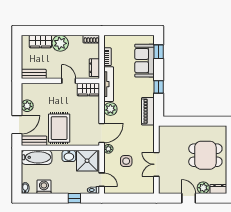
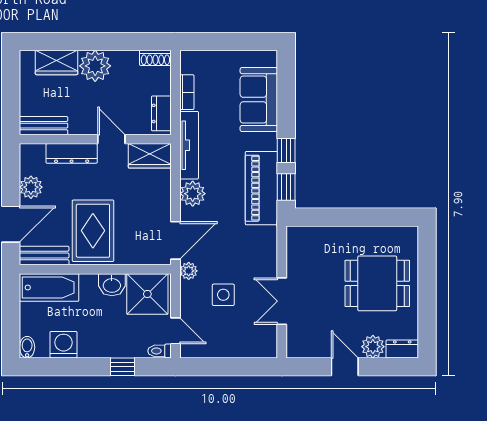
window: (159, 52) -> (286, 187), moved
dresser: (48, 88) -> (72, 153), added
piano: (148, 111) -> (261, 188), width x1.37, depth x1.33

